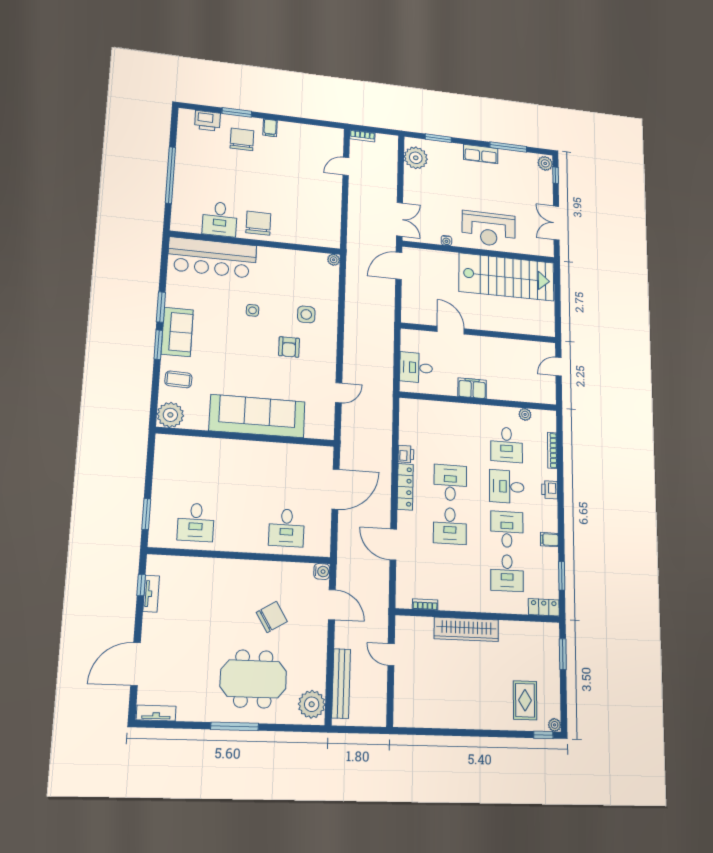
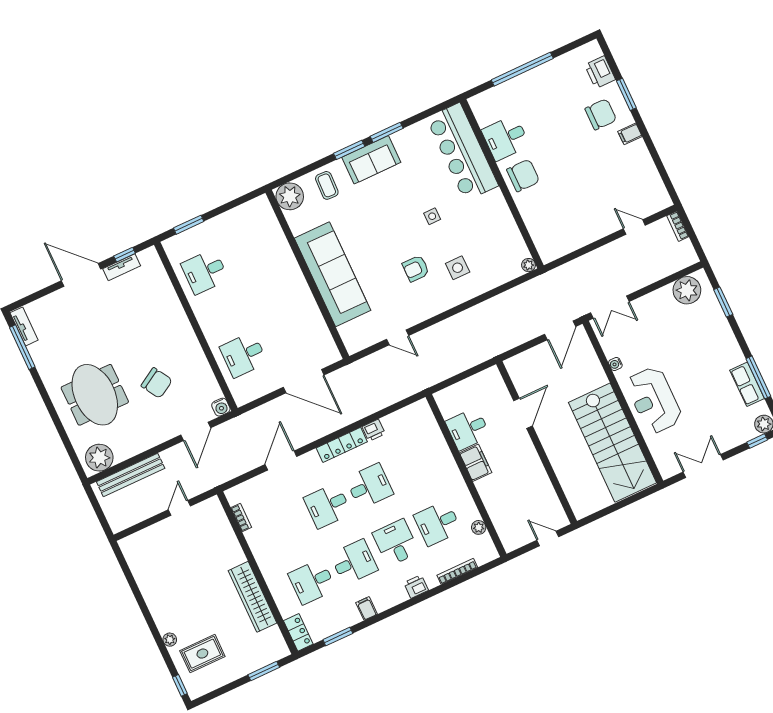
row of seats: (481, 154) -> (747, 384), moved
door: (399, 266) -> (560, 330), swing flipped
desk: (416, 368) -> (468, 429), moved, turned -90
wardrobe: (466, 629) -> (252, 597), moved
door: (136, 664) -> (81, 275), moved
plant: (555, 725) -> (170, 640), moved
window: (235, 726) -> (22, 347), moved

